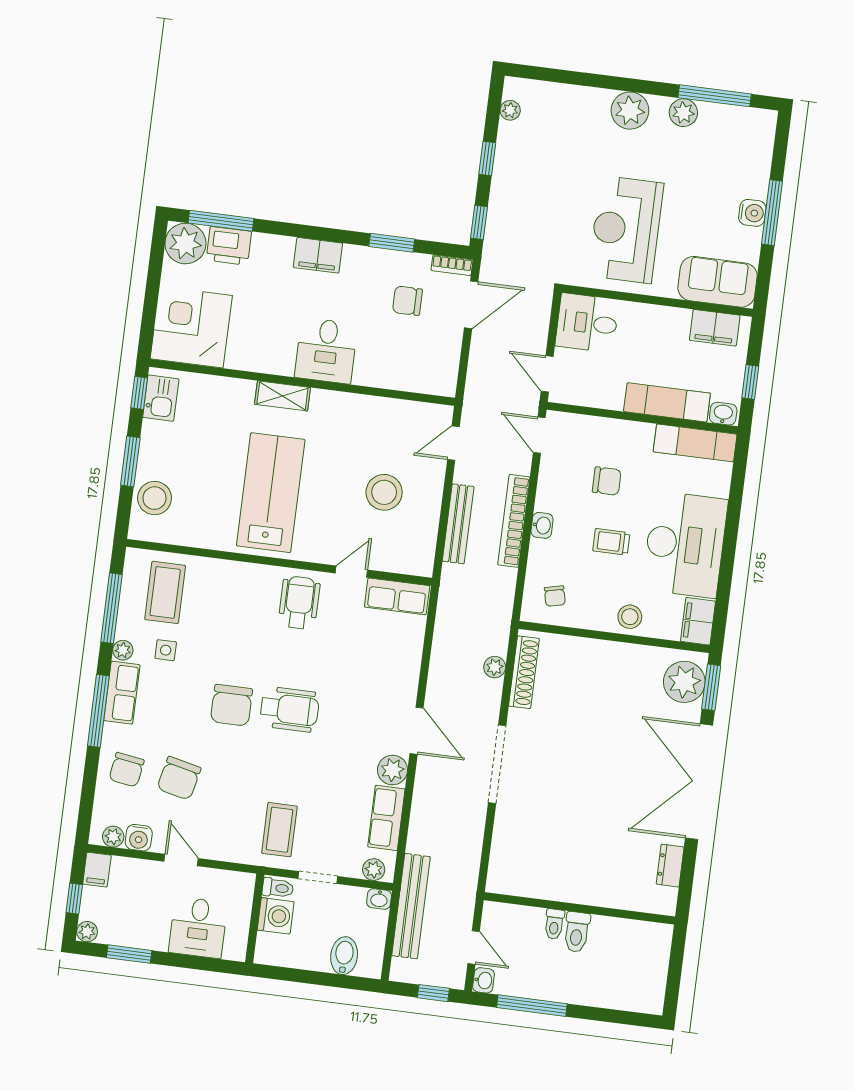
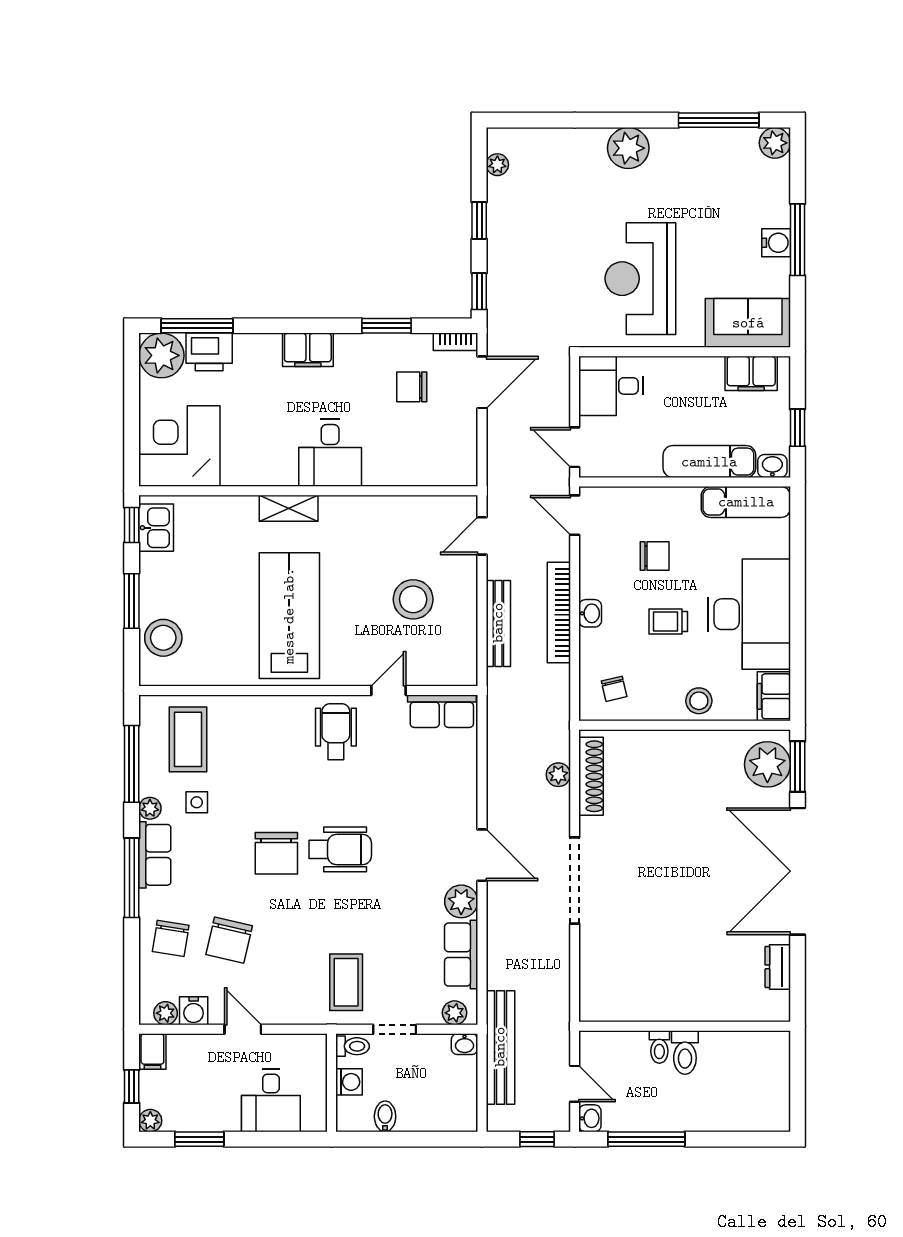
plant: (683, 113) -> (775, 143), moved
washing machine: (276, 916) -> (349, 1082), width x0.73, depth x0.73
bidet: (344, 956) -> (385, 1116), moved, width x0.72, depth x0.74

